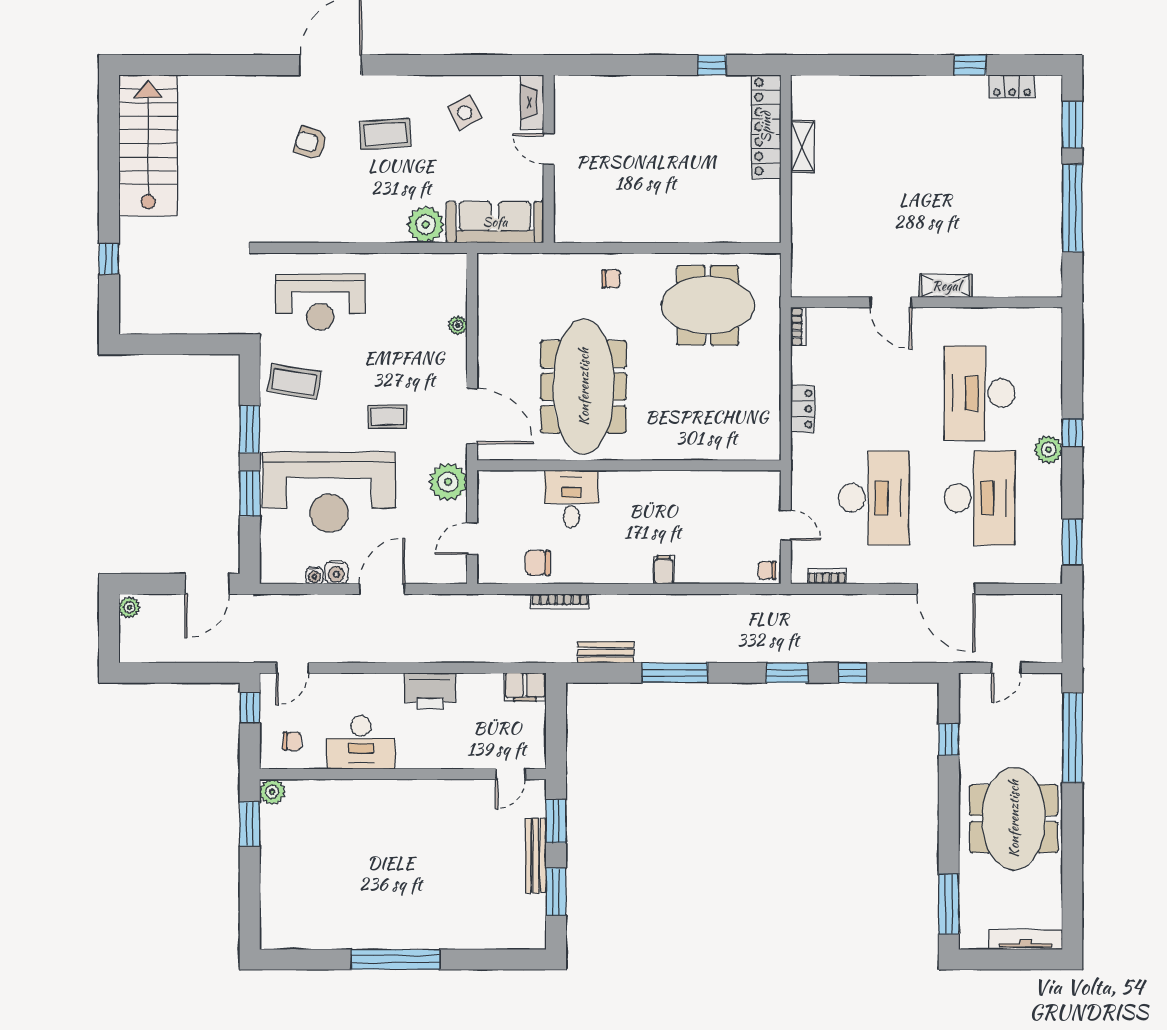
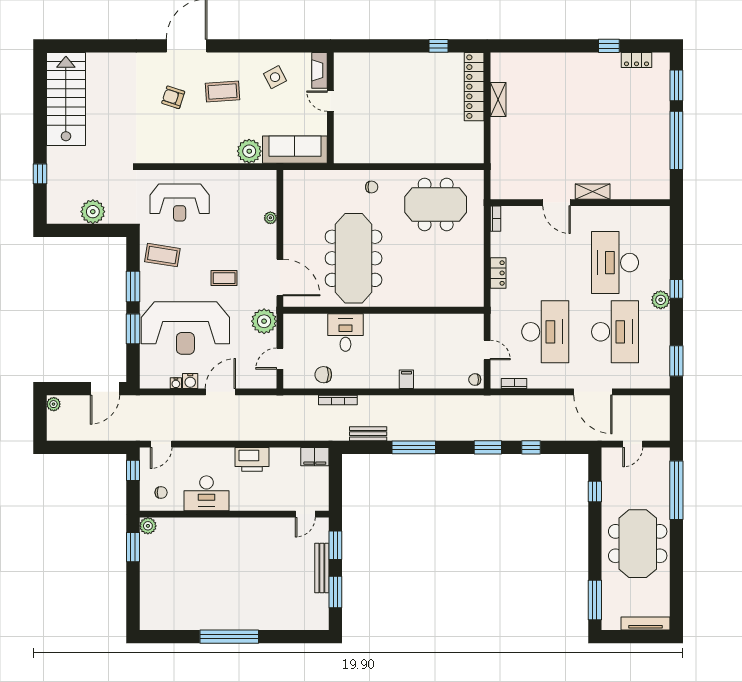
plant: (189, 316) -> (93, 212), added

